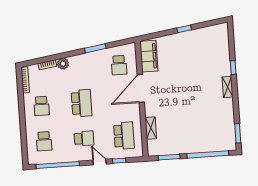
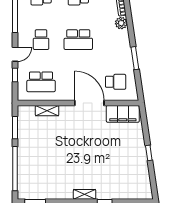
school desk: (119, 65) -> (116, 82), turned 180

